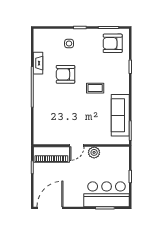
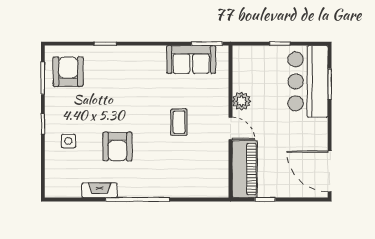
armchair: (113, 43) -> (68, 72), turned 180
coffee table: (95, 88) -> (179, 122), moved
sofa: (120, 115) -> (191, 60), width x0.73

